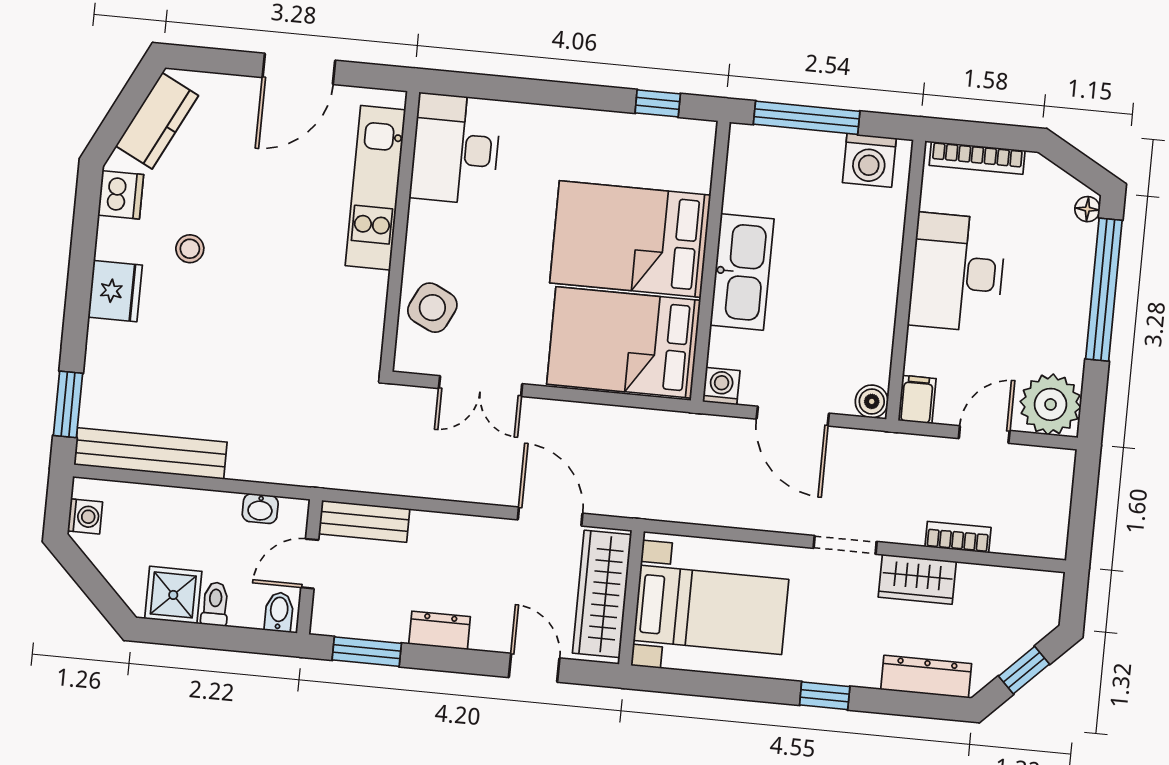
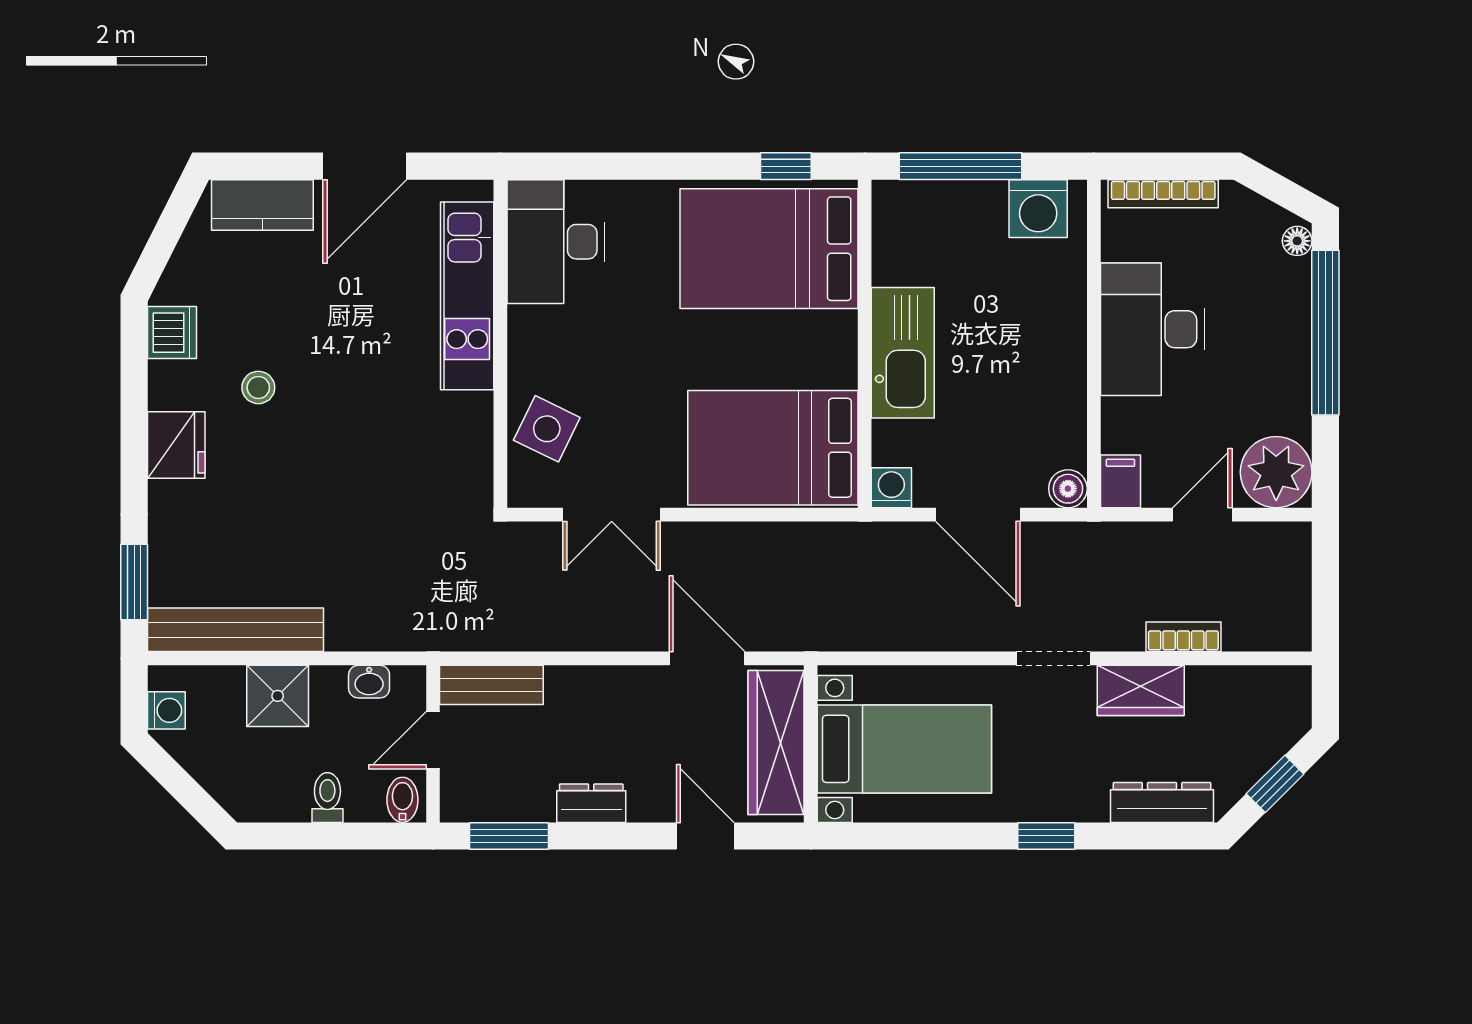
kitchen counter: (157, 121) -> (262, 205), moved, turned 63
bed: (630, 239) -> (769, 249), moved
shower: (173, 595) -> (278, 696), moved

